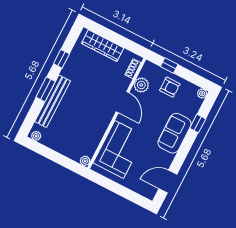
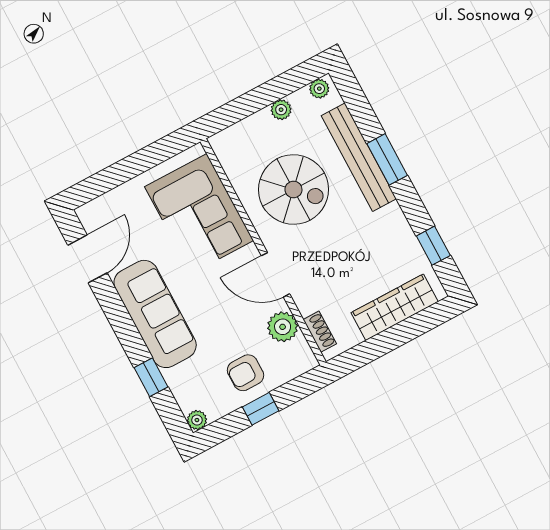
window: (61, 59) -> (433, 246), moved
window: (169, 66) -> (261, 409), moved
spiral stairs: (83, 118) -> (293, 190), added
sofa: (174, 133) -> (155, 314), width x1.36
plant: (85, 161) -> (281, 110), moved

